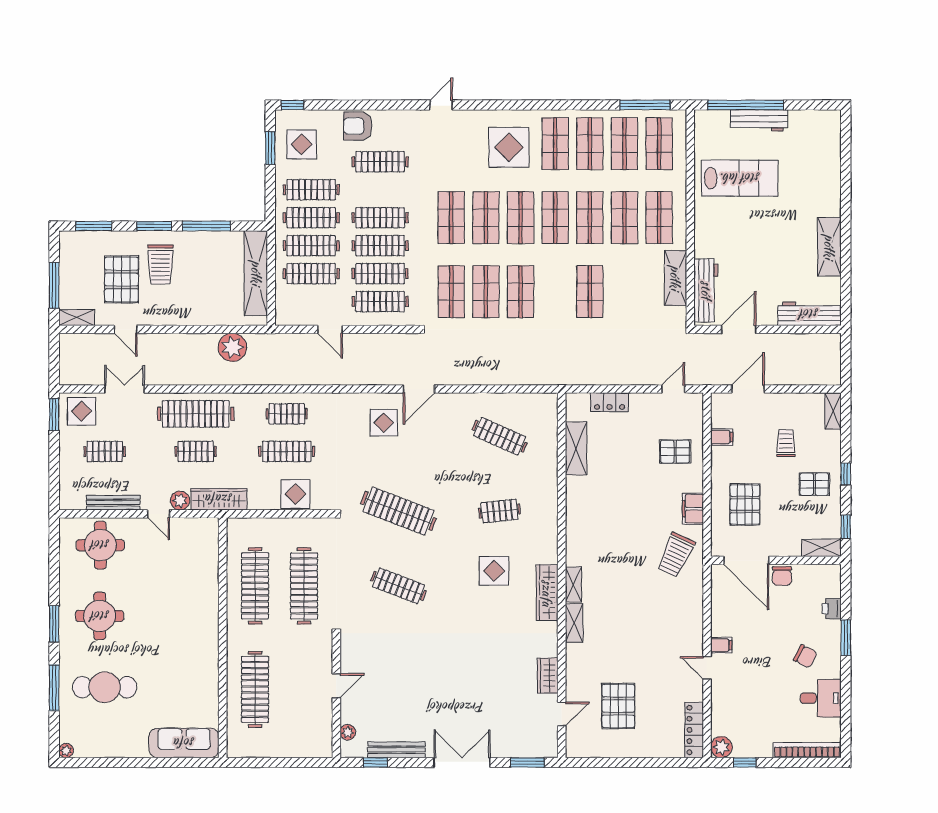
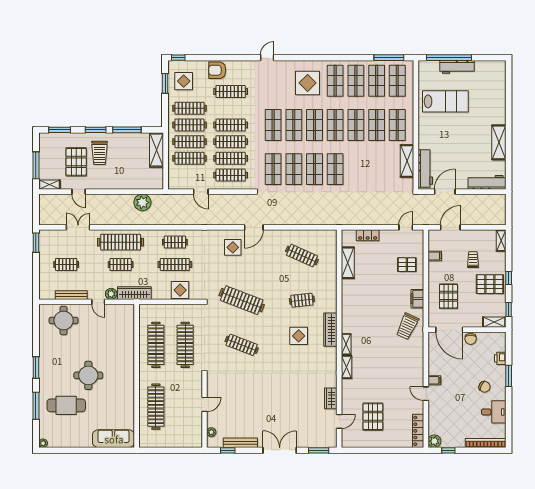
shelving: (256, 273) -> (156, 150), width x0.68
shop shelf: (590, 292) -> (335, 169), moved
display table: (82, 411) -> (52, 241), removed
pallet: (814, 484) -> (490, 284), width x1.50, depth x1.42
wardrobe: (547, 593) -> (330, 330), moved
round table: (100, 616) -> (88, 375), moved

